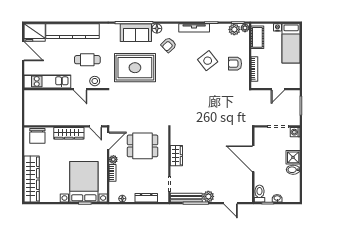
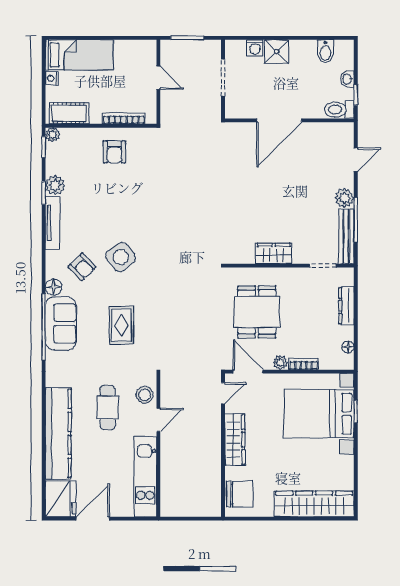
plant: (234, 29) -> (55, 185), moved
side table: (208, 61) -> (121, 257), moved
rug: (135, 68) -> (121, 325), width x0.54, depth x0.49
washing machine: (295, 132) -> (255, 48), moved
bidet: (293, 170) -> (325, 51), moved

